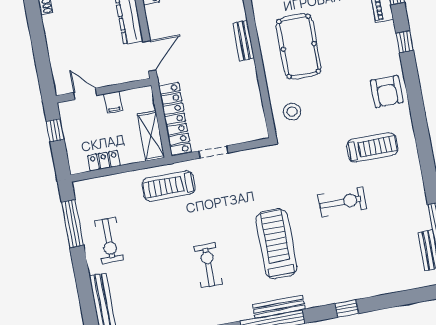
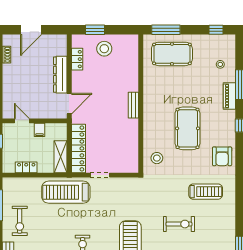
pool table: (299, 46) -> (188, 128), moved
treadmill: (169, 186) -> (66, 192), width x1.37, depth x1.38

